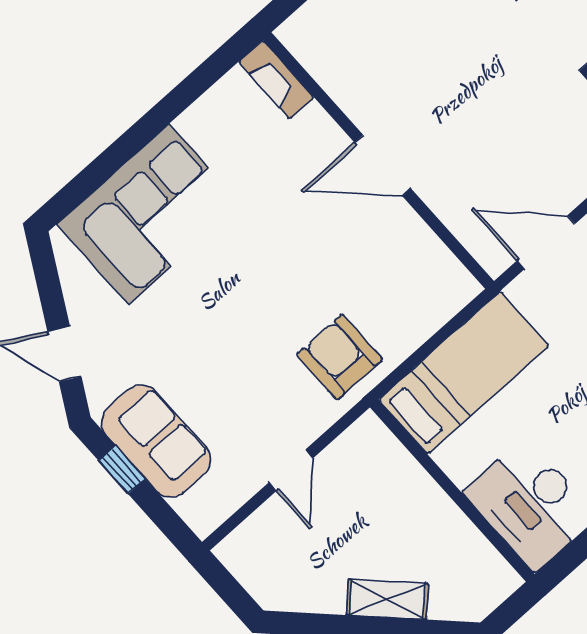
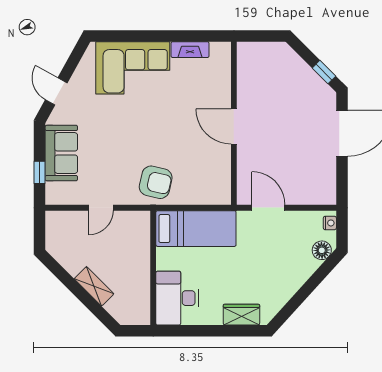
fireplace: (276, 80) -> (190, 50), moved, turned -90
armchair: (339, 357) -> (156, 182), turned 103
window: (122, 470) -> (40, 172), moved

